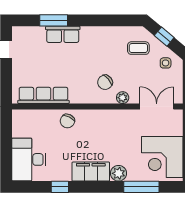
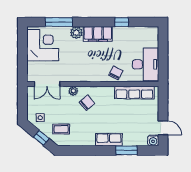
water cooler: (19, 33) -> (153, 140), added
row of seats: (63, 34) -> (109, 140), moved
desk: (29, 159) -> (146, 64), moved

